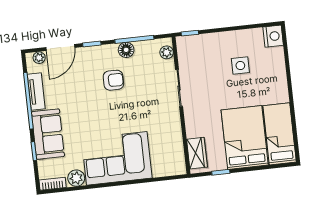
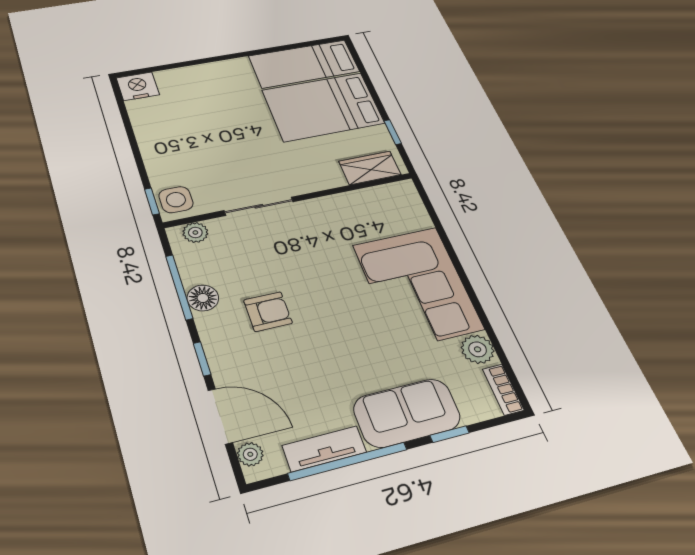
side table: (240, 66) -> (176, 200), moved
armchair: (113, 80) -> (268, 312), turned 90

